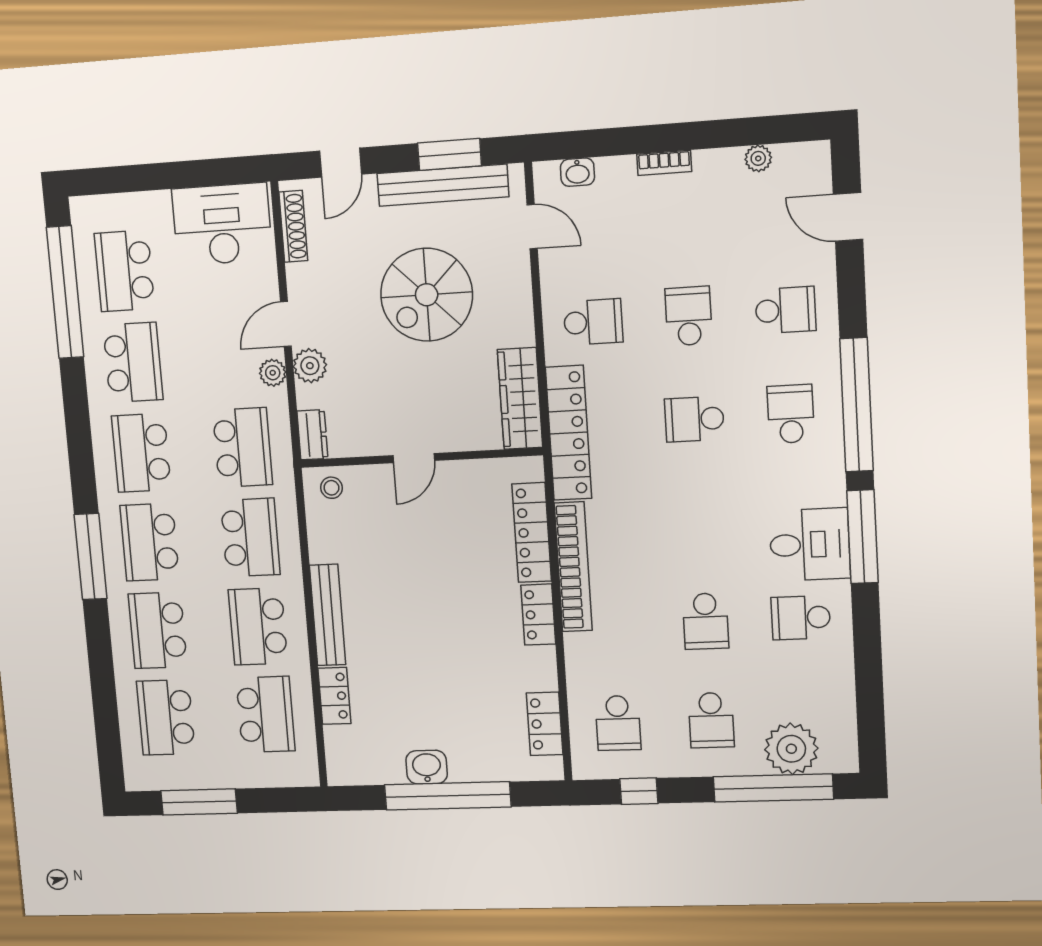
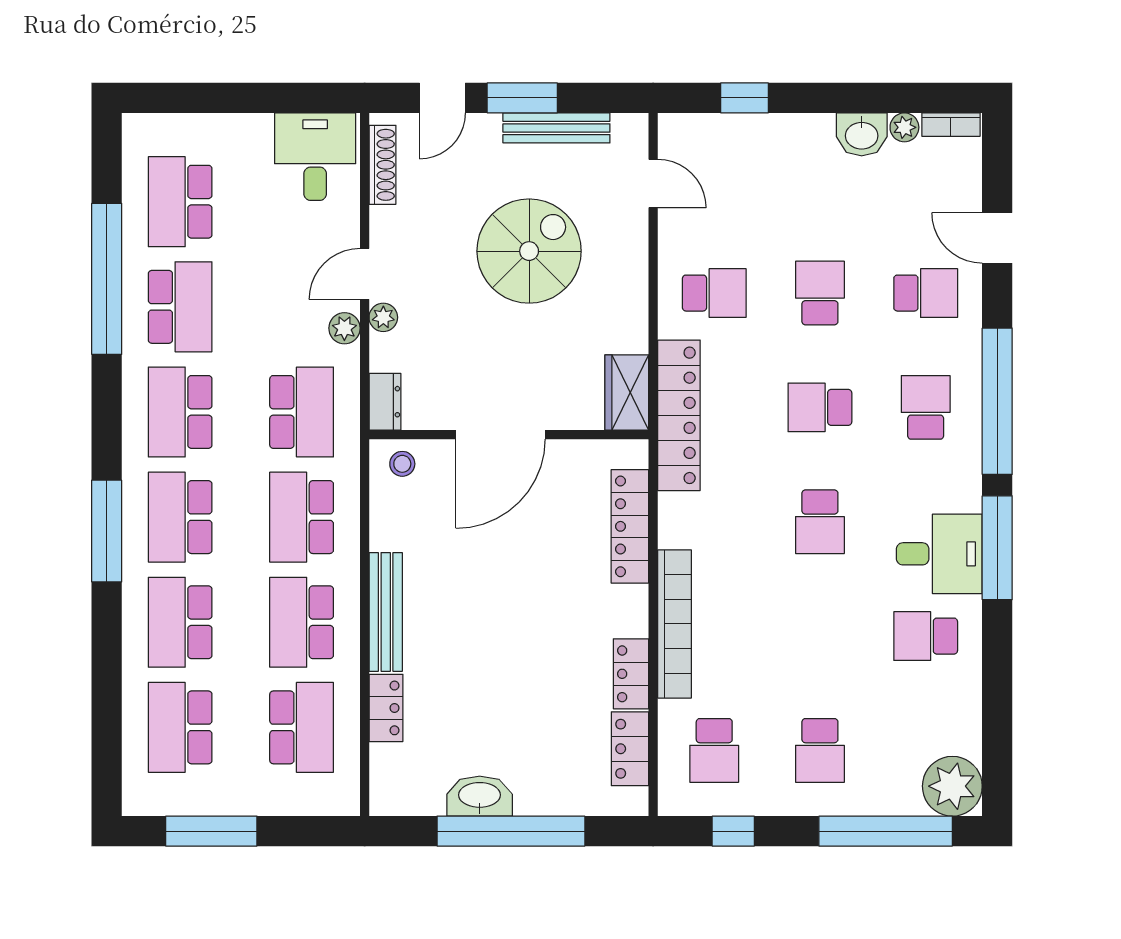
window: (610, 142) -> (745, 98), added
window: (450, 154) -> (522, 98), moved
bookcase: (664, 163) -> (951, 125), moved
washbasin: (577, 172) -> (862, 134), moved, width x1.38, depth x1.45
bench: (443, 185) -> (556, 128), width x0.73, depth x0.82
door: (848, 217) -> (997, 238), moved
desk: (222, 224) -> (315, 157), width x0.73
window: (65, 292) -> (107, 279), moved
spiral stairs: (427, 295) -> (529, 251), turned 180
plant: (310, 366) -> (383, 317), width x0.73, depth x0.73
wardrobe: (520, 399) -> (627, 392), width x0.67
door: (414, 458) -> (501, 435), width x1.87
school desk: (250, 537) -> (302, 517), turned 180
bookcase: (573, 567) -> (674, 624), moved
locker: (538, 615) -> (631, 674), moved
school desk: (706, 621) -> (820, 522), moved
plant: (791, 749) -> (952, 786), moved
washbasin: (427, 767) -> (480, 796), width x1.38

